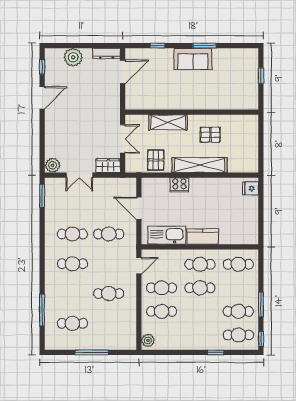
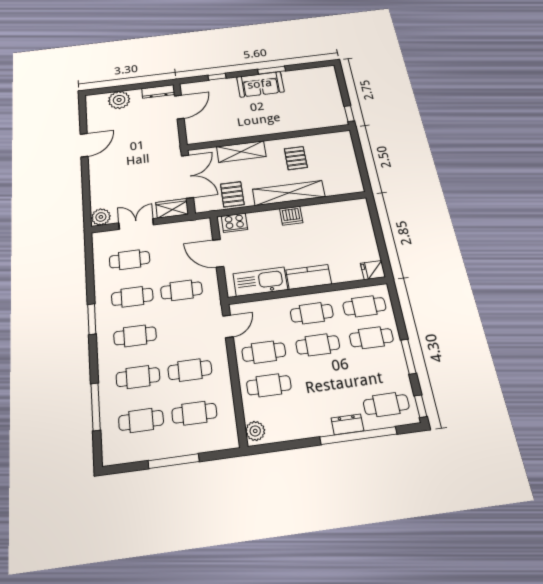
window: (42, 67) -> (83, 114), removed
window: (261, 76) -> (349, 114), moved
pallet: (210, 135) -> (296, 158), turned 90
double door: (123, 139) -> (187, 176), width x1.37
double door: (79, 175) -> (136, 224), swing flipped
cooker: (179, 185) -> (234, 223), moved
dishwasher: (198, 185) -> (291, 216), added
fridge: (250, 188) -> (373, 270), moved
window: (42, 196) -> (92, 319), moved
cafe table: (72, 204) -> (130, 260), added
cafe table: (72, 294) -> (138, 377), added
cafe table: (238, 311) -> (371, 338), moved
cafe table: (109, 323) -> (194, 413), added
dresser: (210, 344) -> (347, 424), added
window: (216, 352) -> (358, 436), width x3.17

